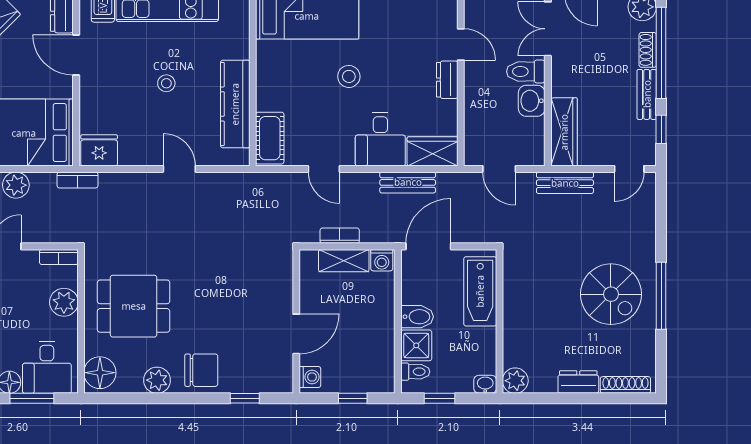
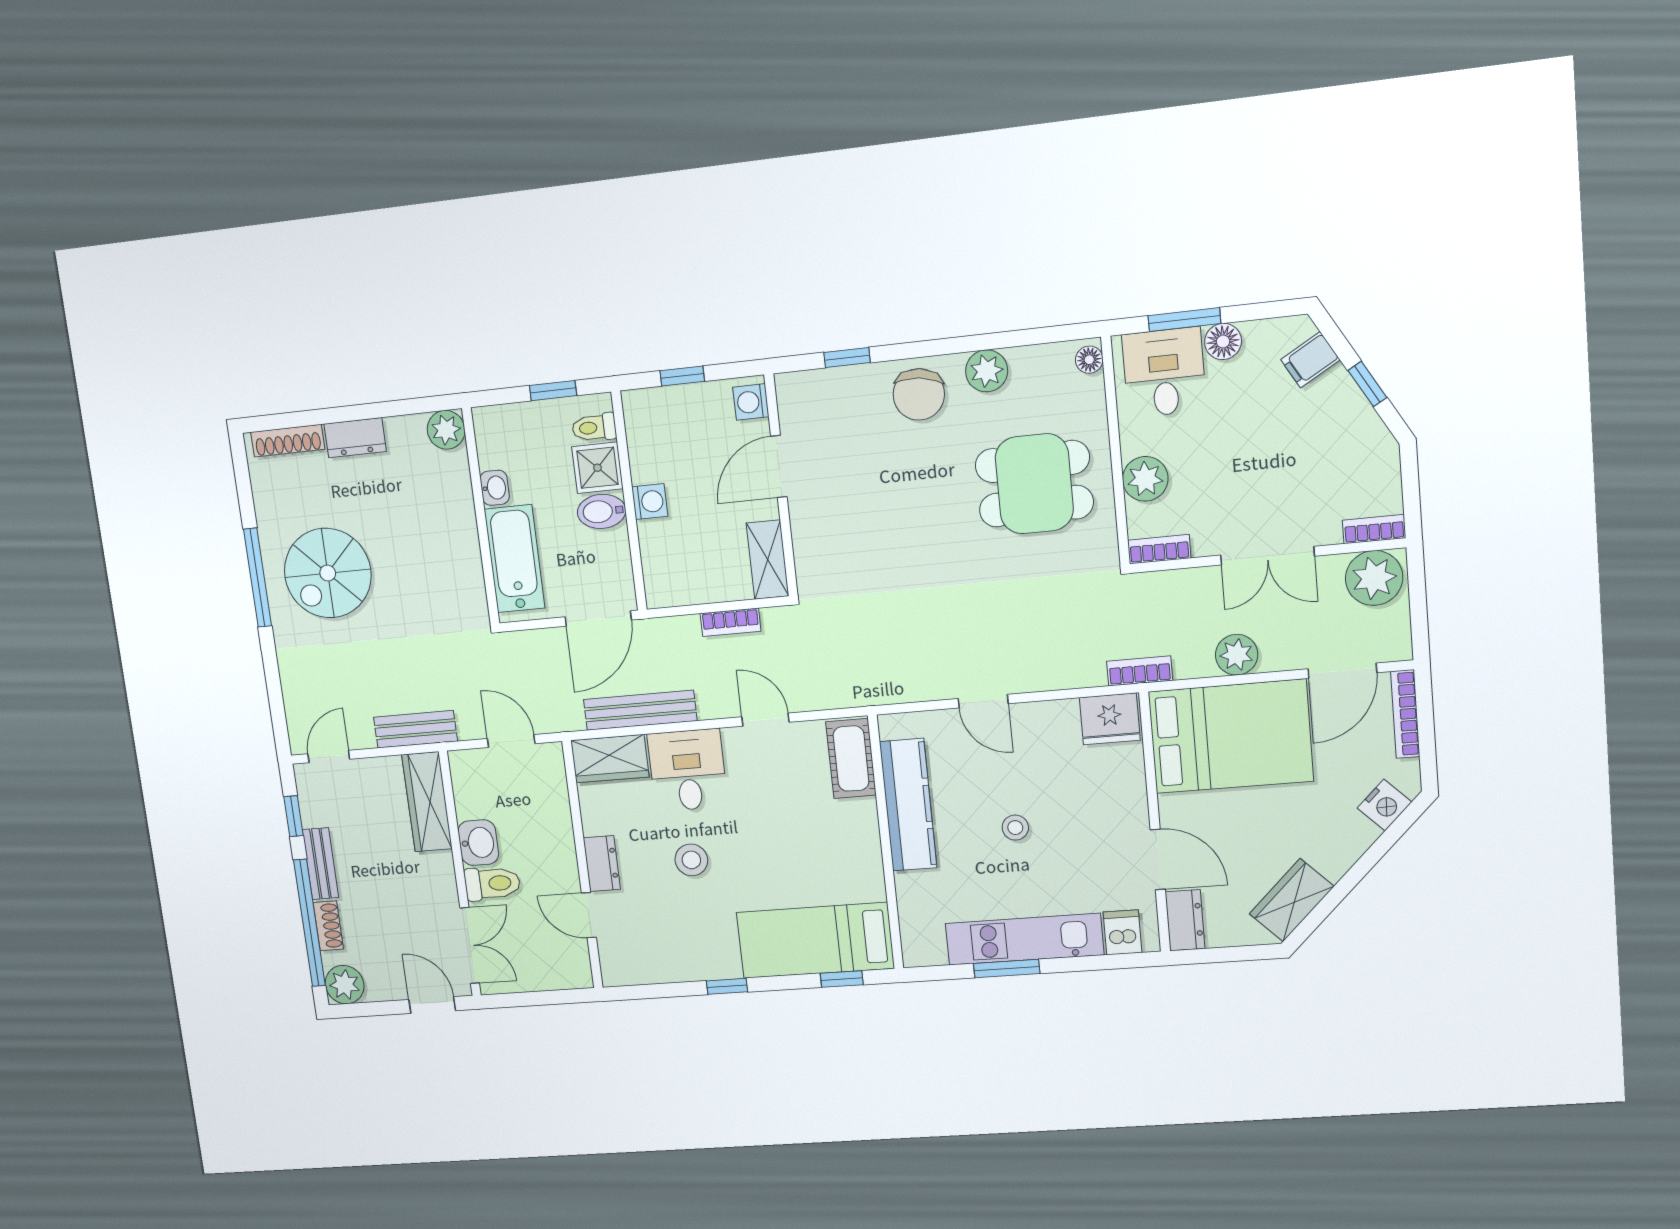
stool: (349, 76) -> (691, 860), moved
bench: (408, 182) -> (640, 710), width x1.36
washing machine: (382, 260) -> (650, 502), moved, turned 90
shelving: (344, 261) -> (768, 560), moved, turned 90
spiral stairs: (611, 294) -> (328, 573), turned -90
chair: (201, 370) -> (919, 394), turned -83
floor lamp: (100, 373) -> (1089, 360), width x0.53, depth x0.53
washbasin: (485, 384) -> (495, 488), moved, turned -90

